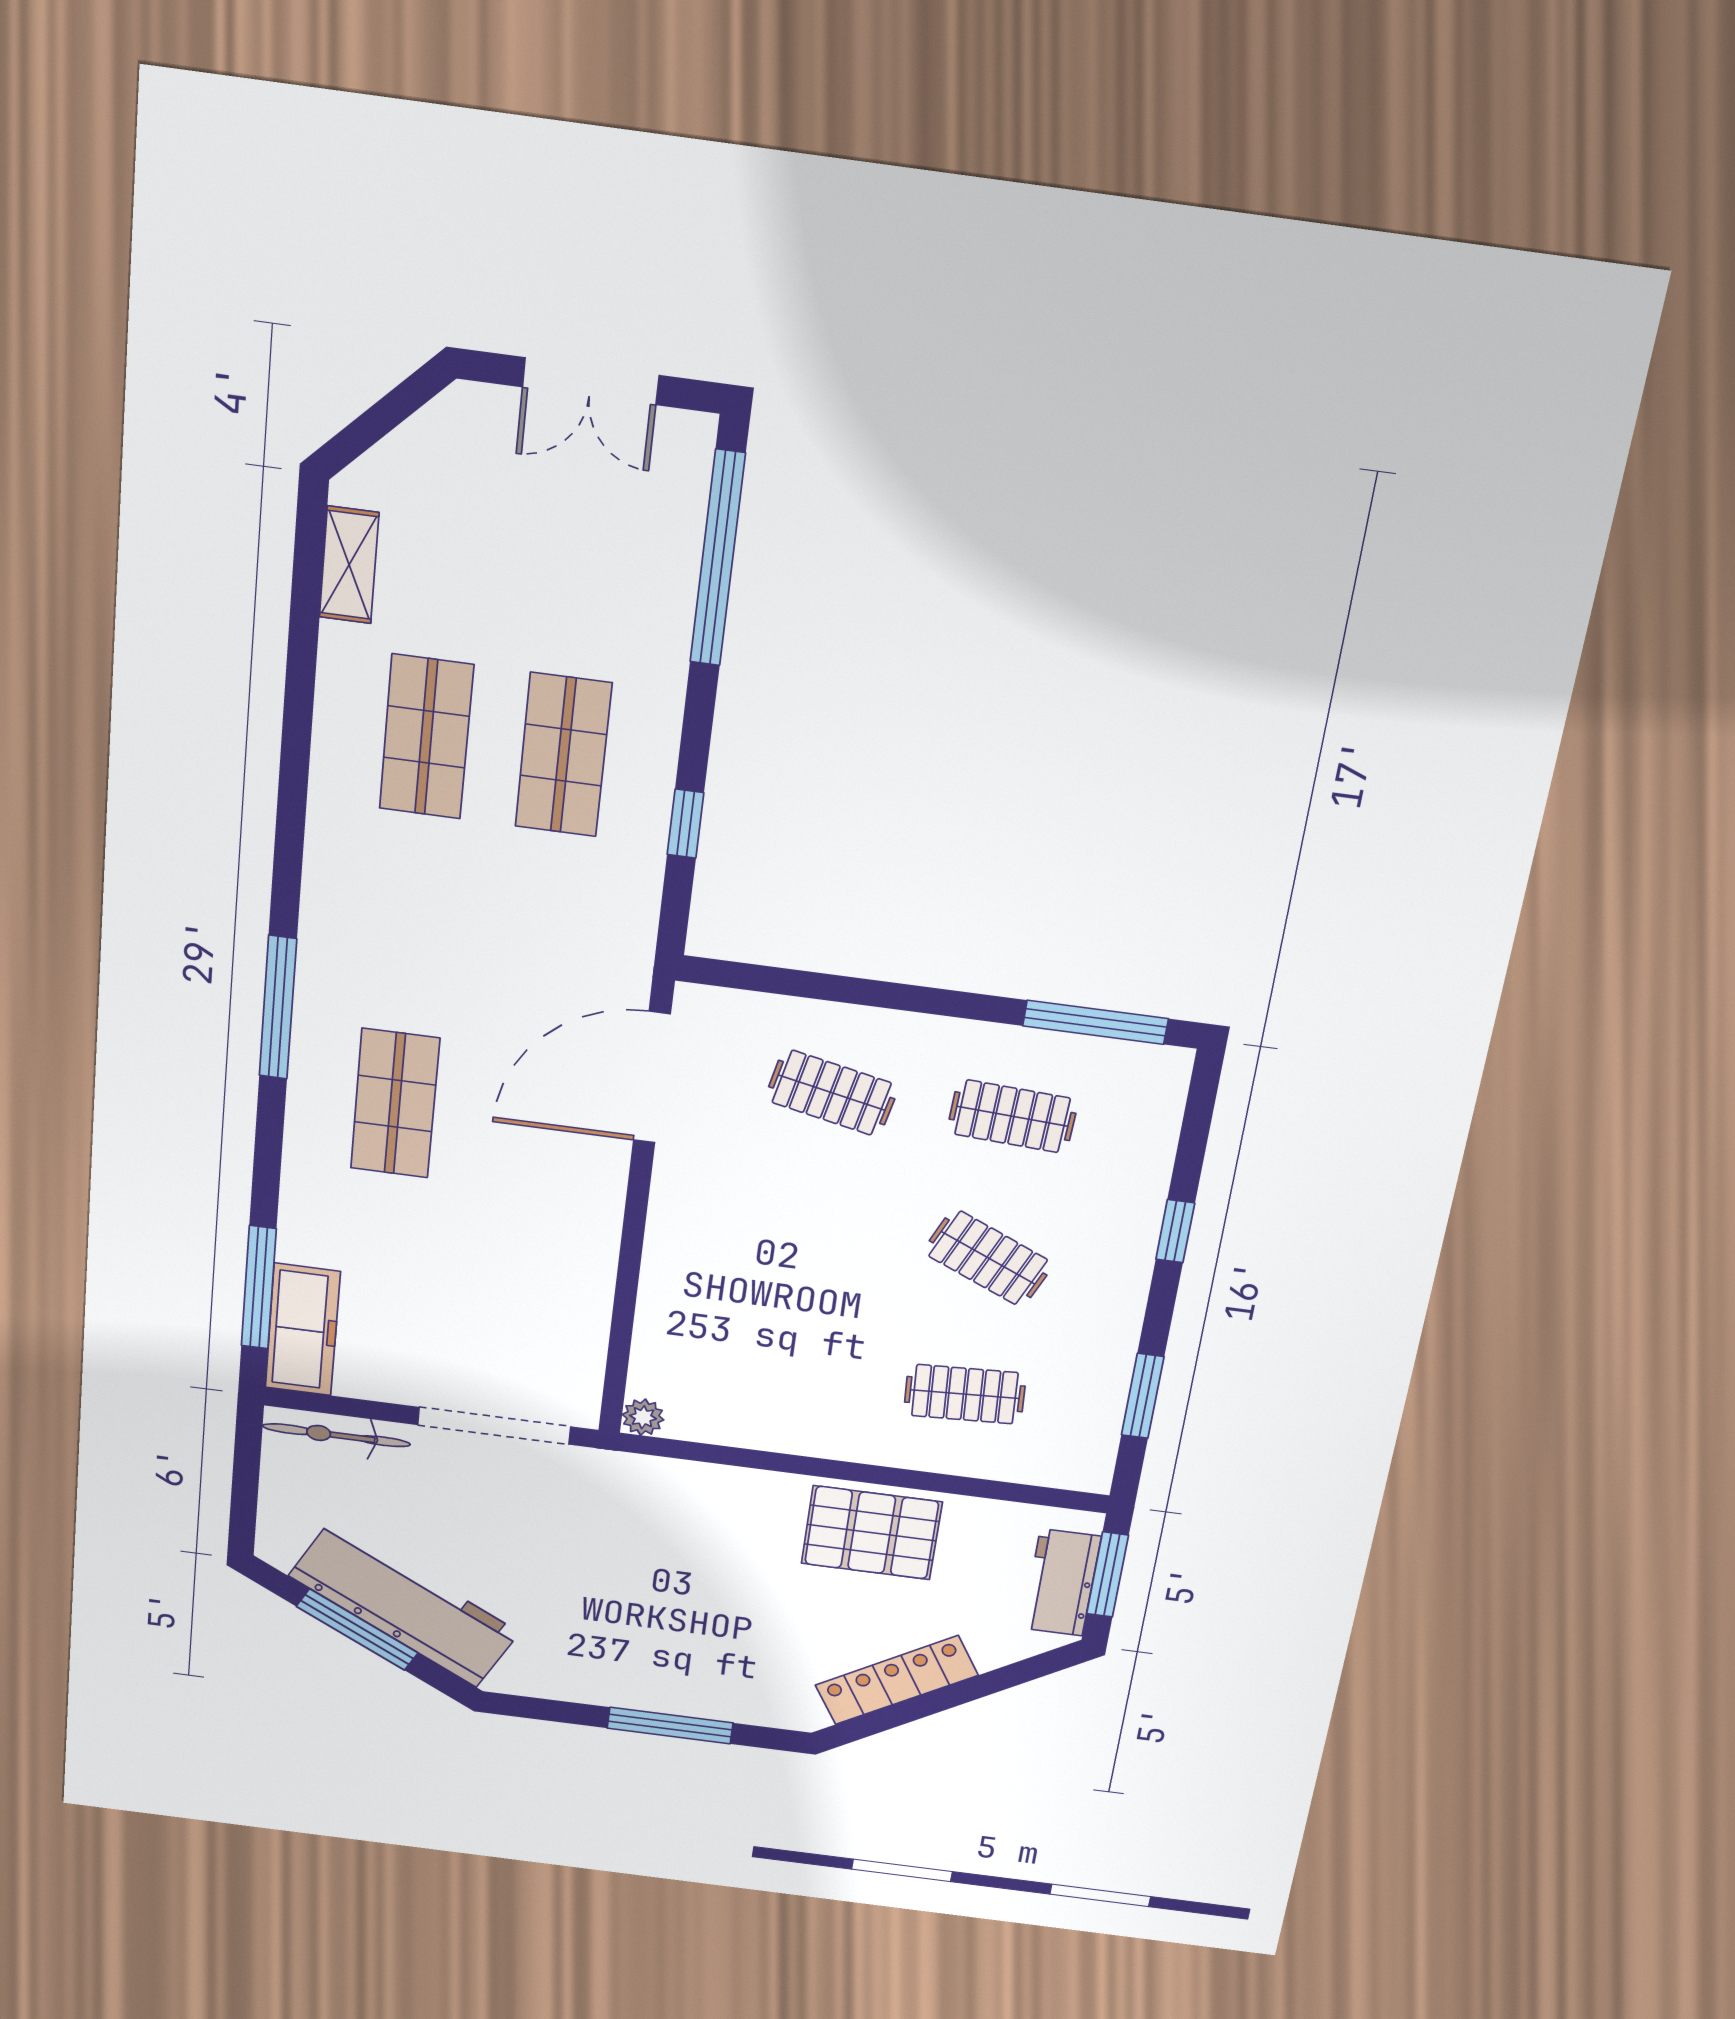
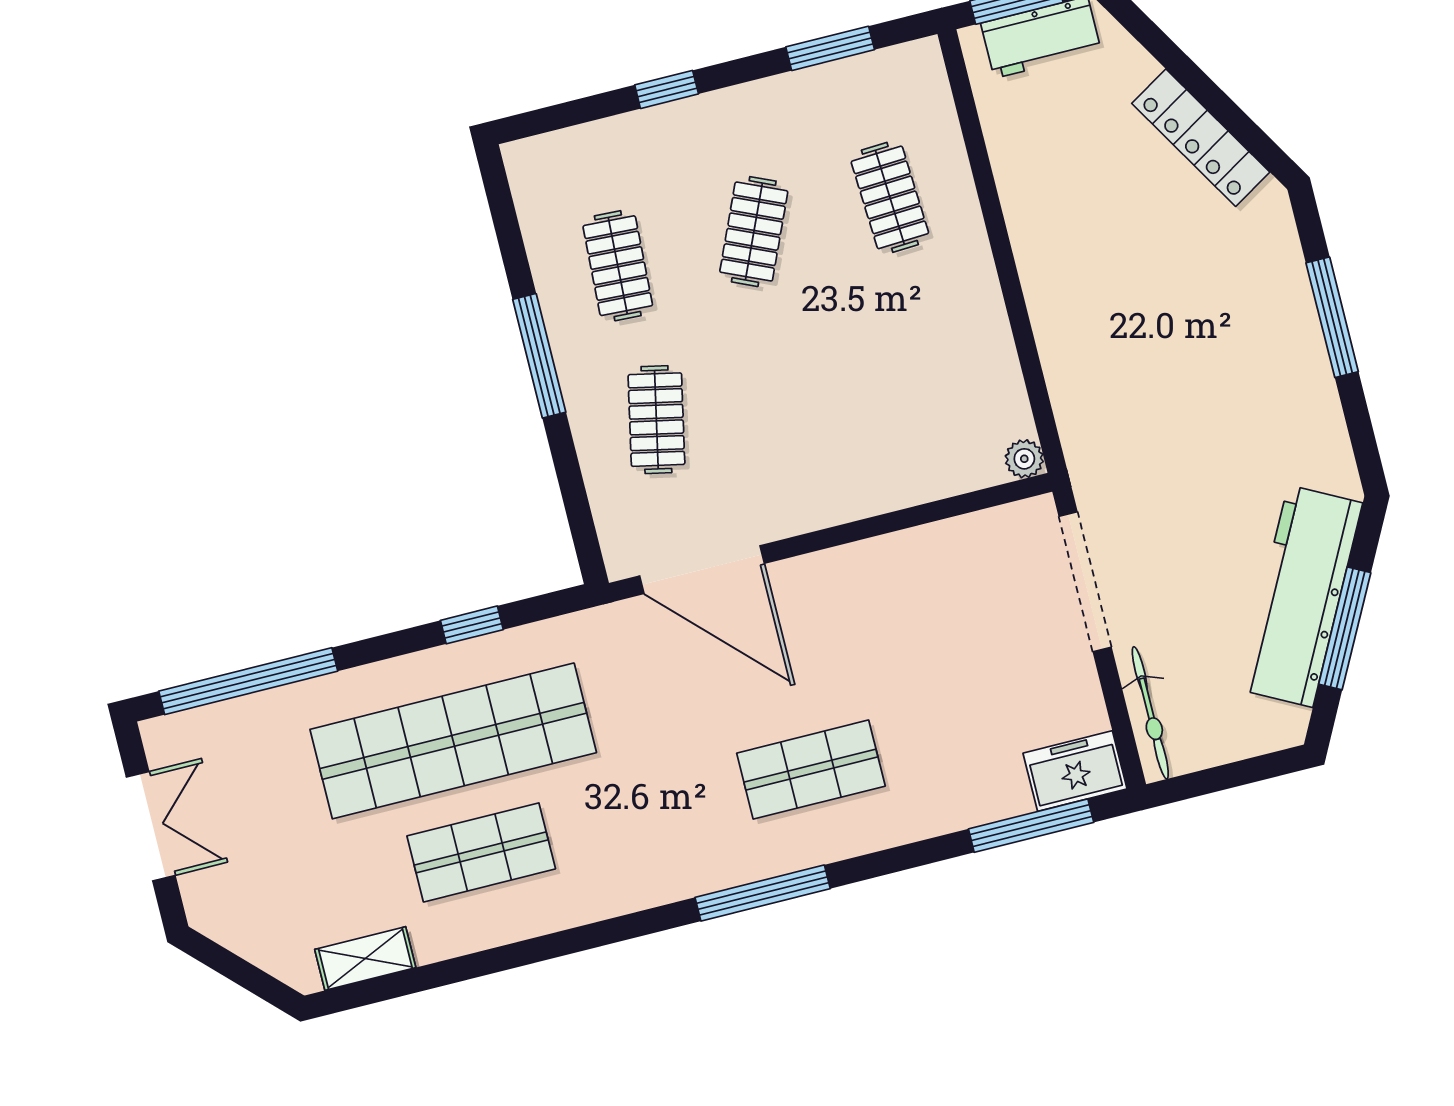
shop shelf: (563, 755) -> (453, 741), width x2.00, depth x1.36
window: (1096, 1022) -> (539, 356), moved
freezer: (303, 1330) -> (1075, 771), width x0.71
pallet: (872, 1533) -> (1059, 220), removed

